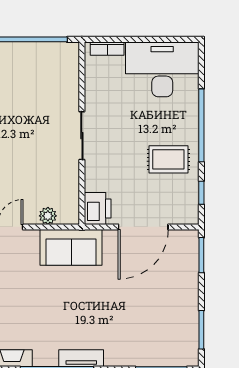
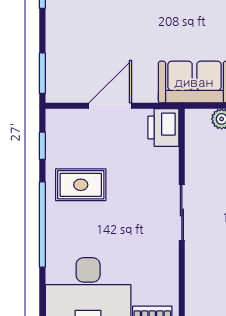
door: (143, 227) -> (110, 106), width x0.73

